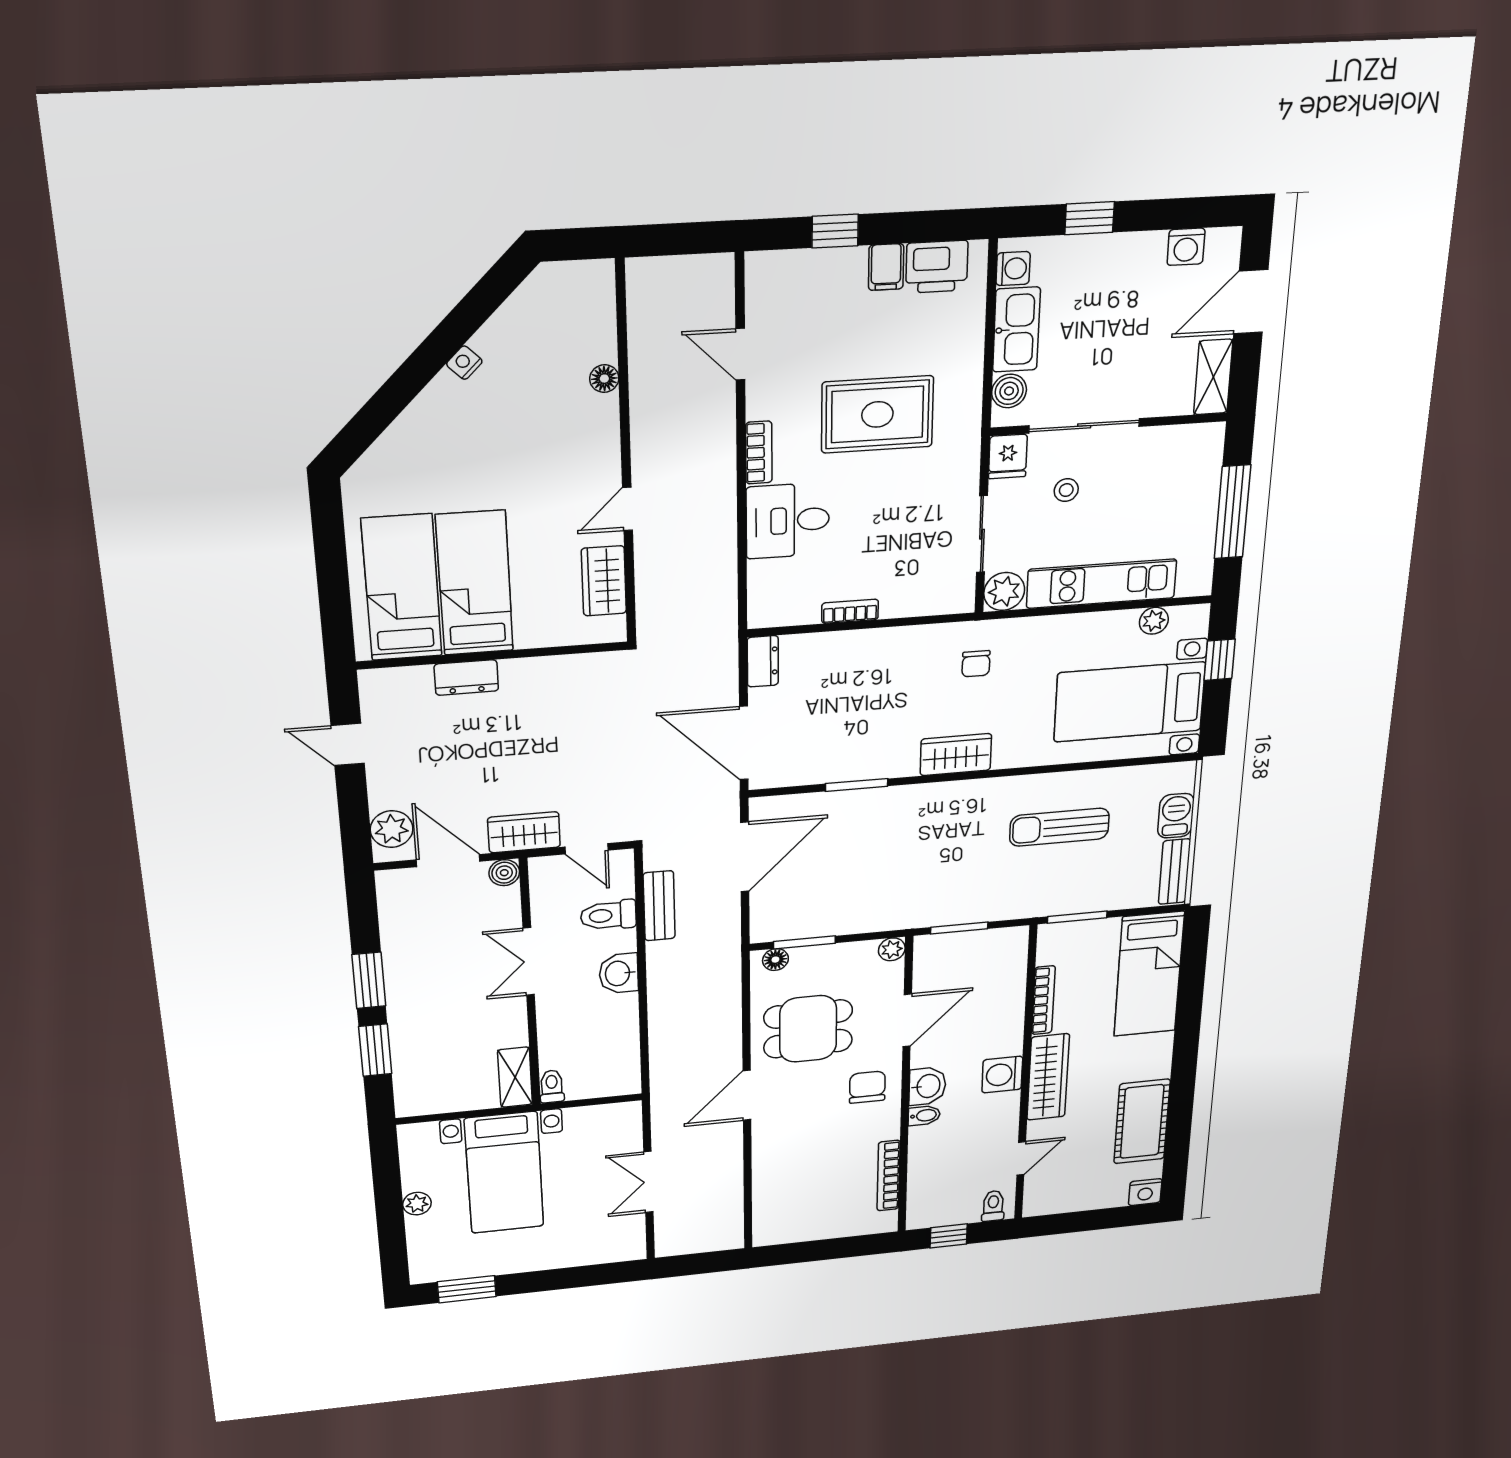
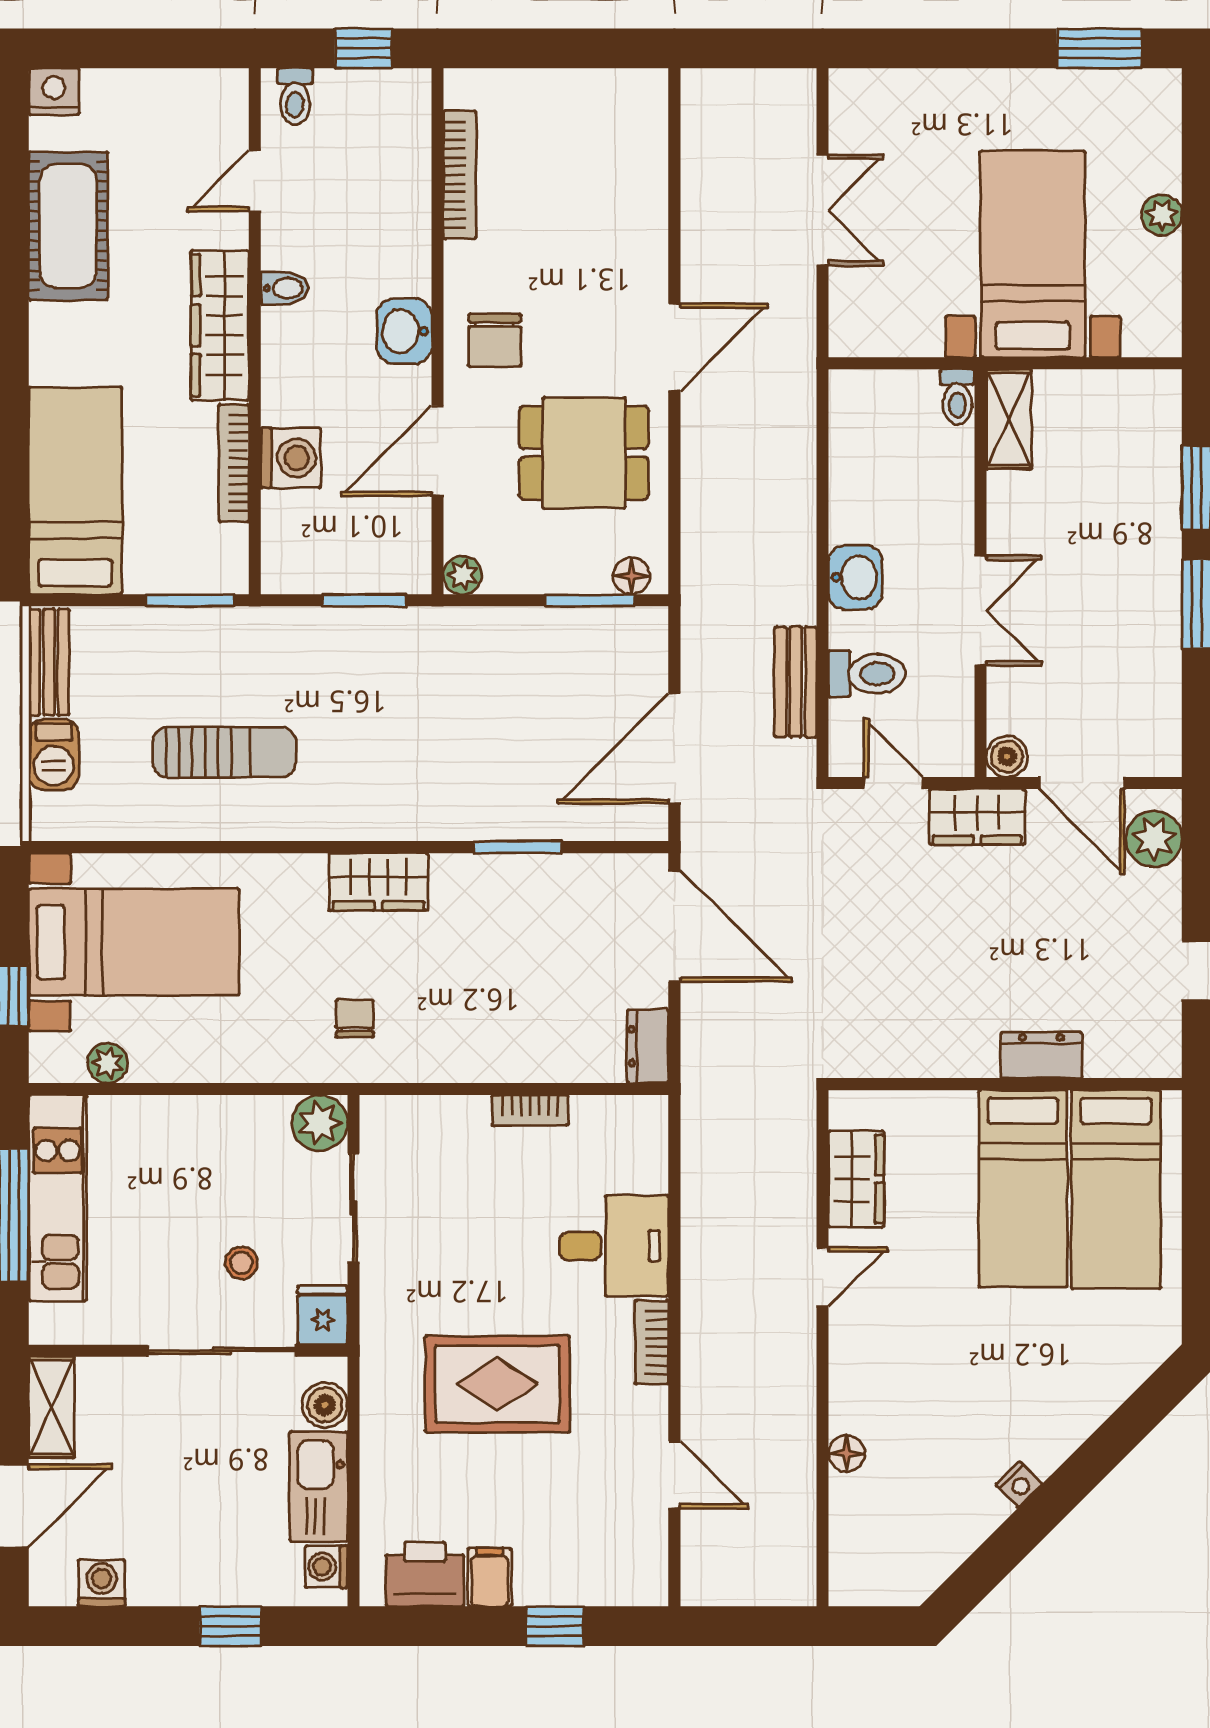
kitchen unit: (1102, 584) -> (58, 1198), moved, turned -90
washing machine: (1002, 1075) -> (291, 458), moved
bidet: (924, 1115) -> (285, 288), moved, turned 180

